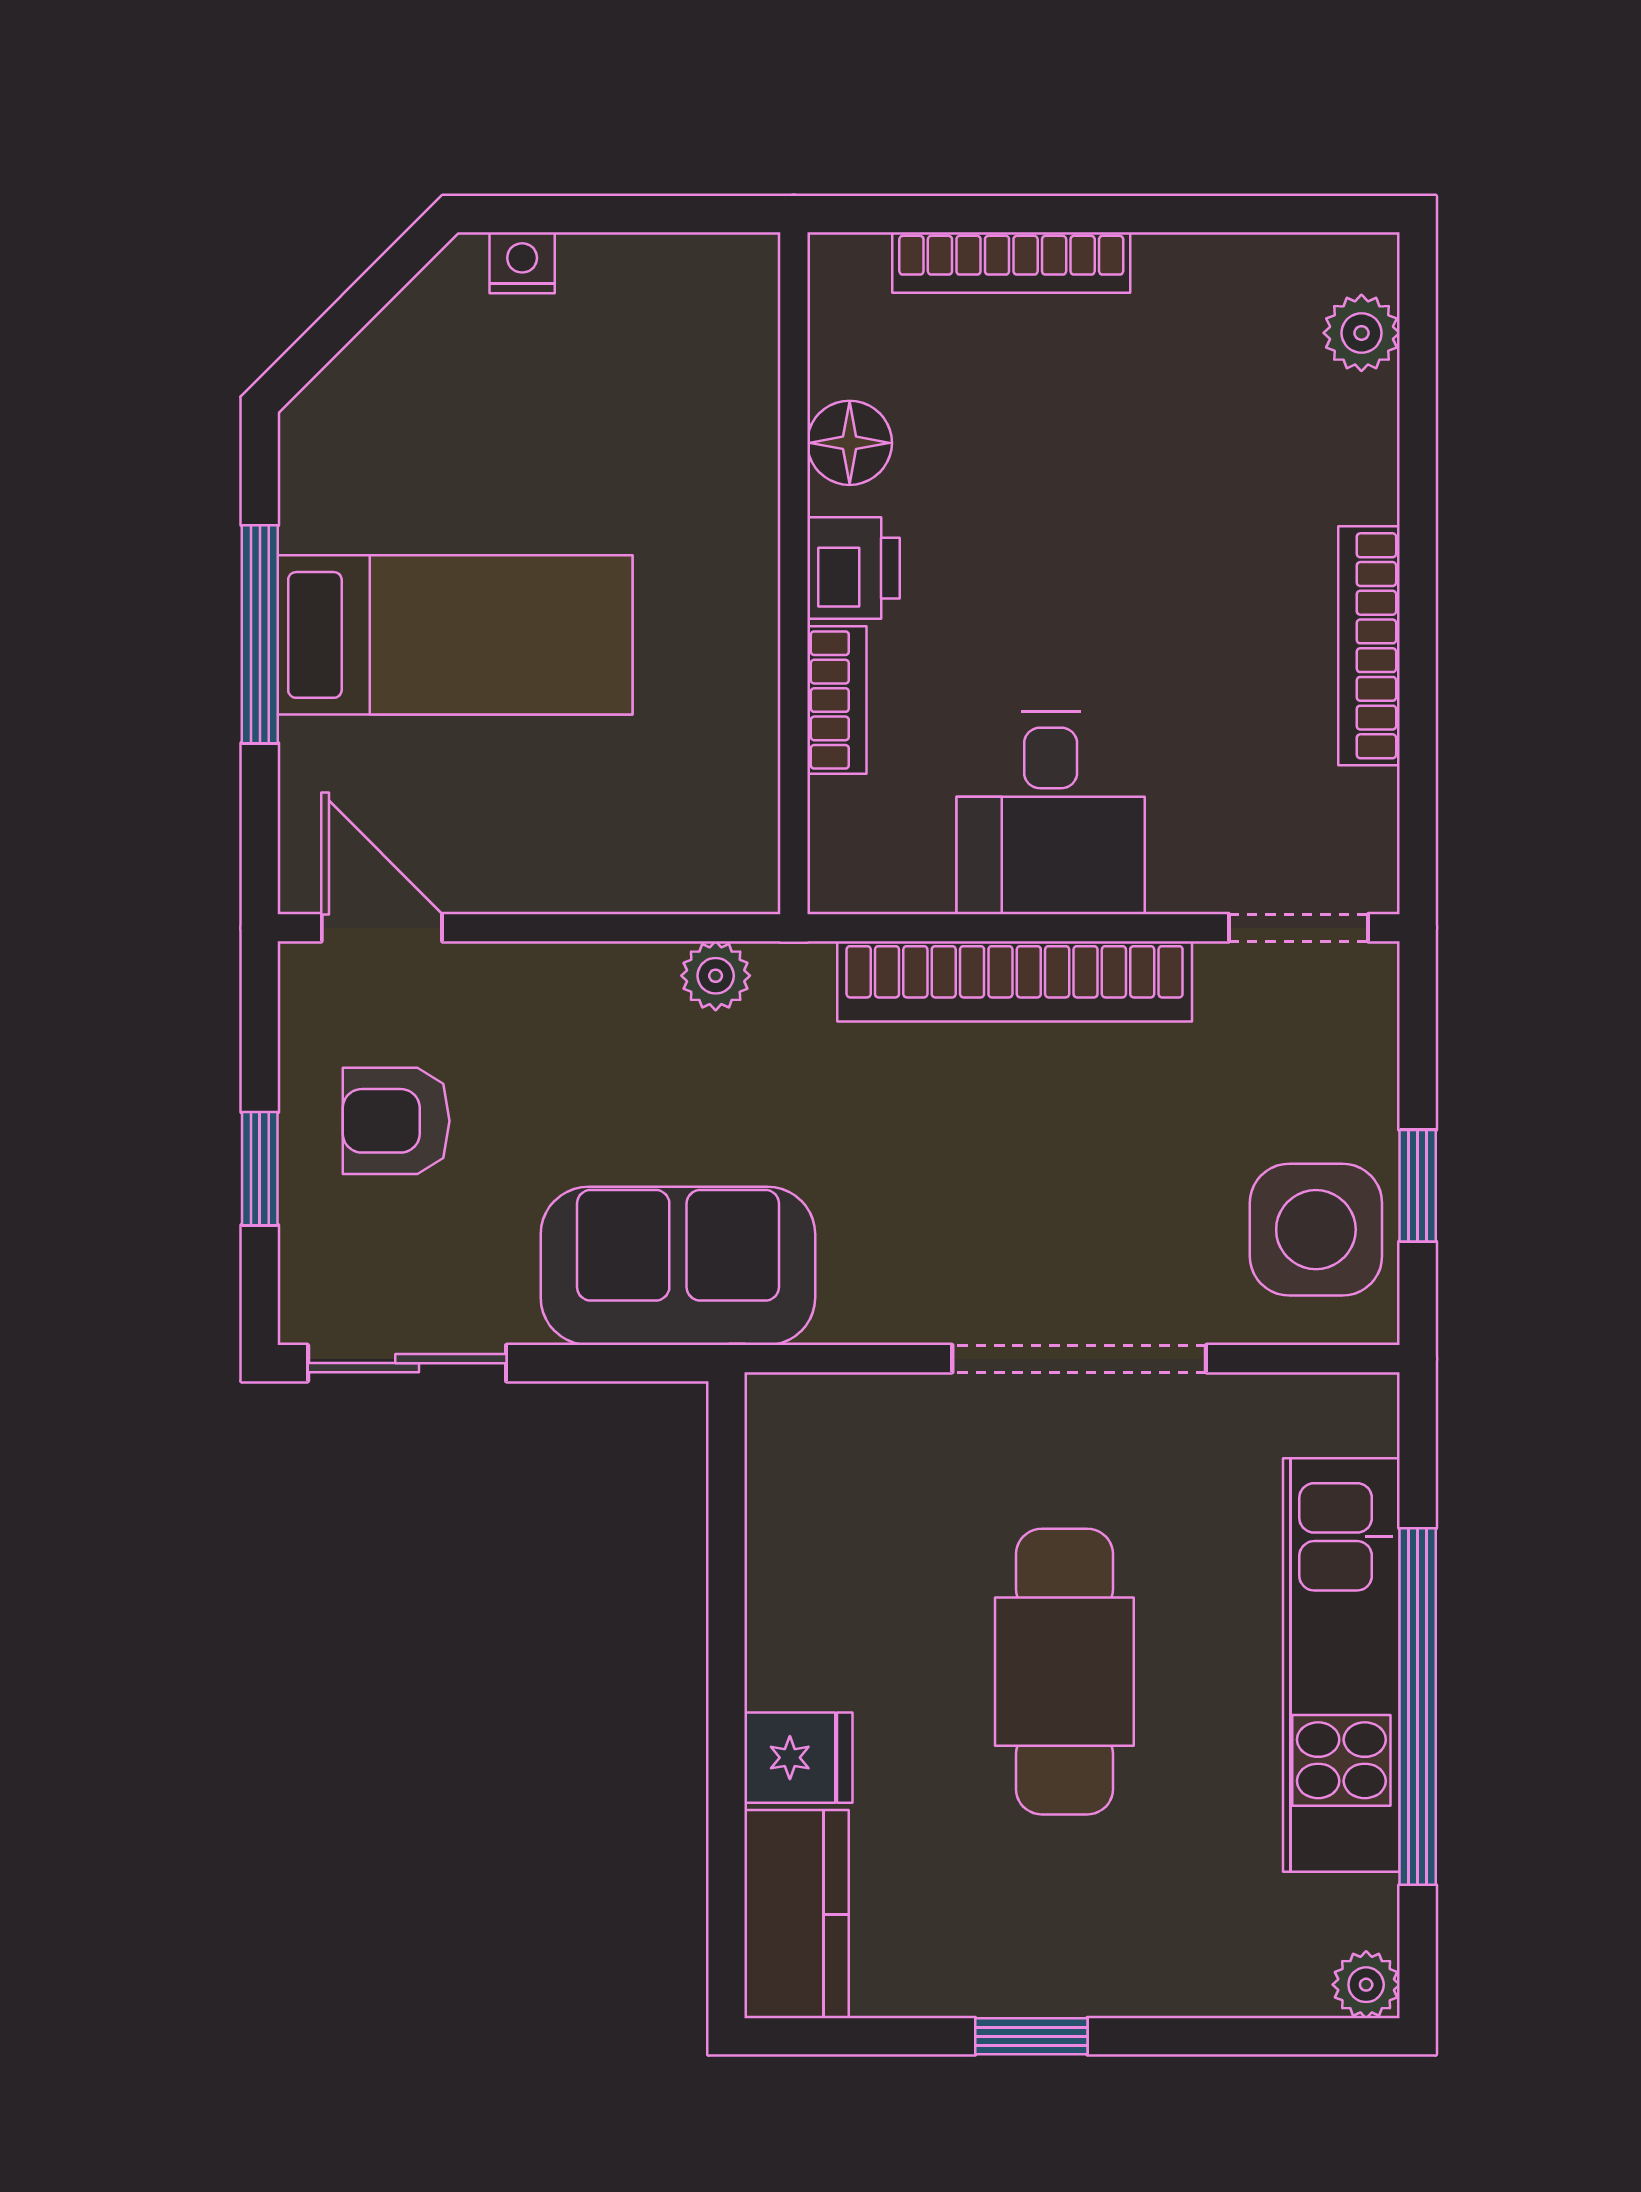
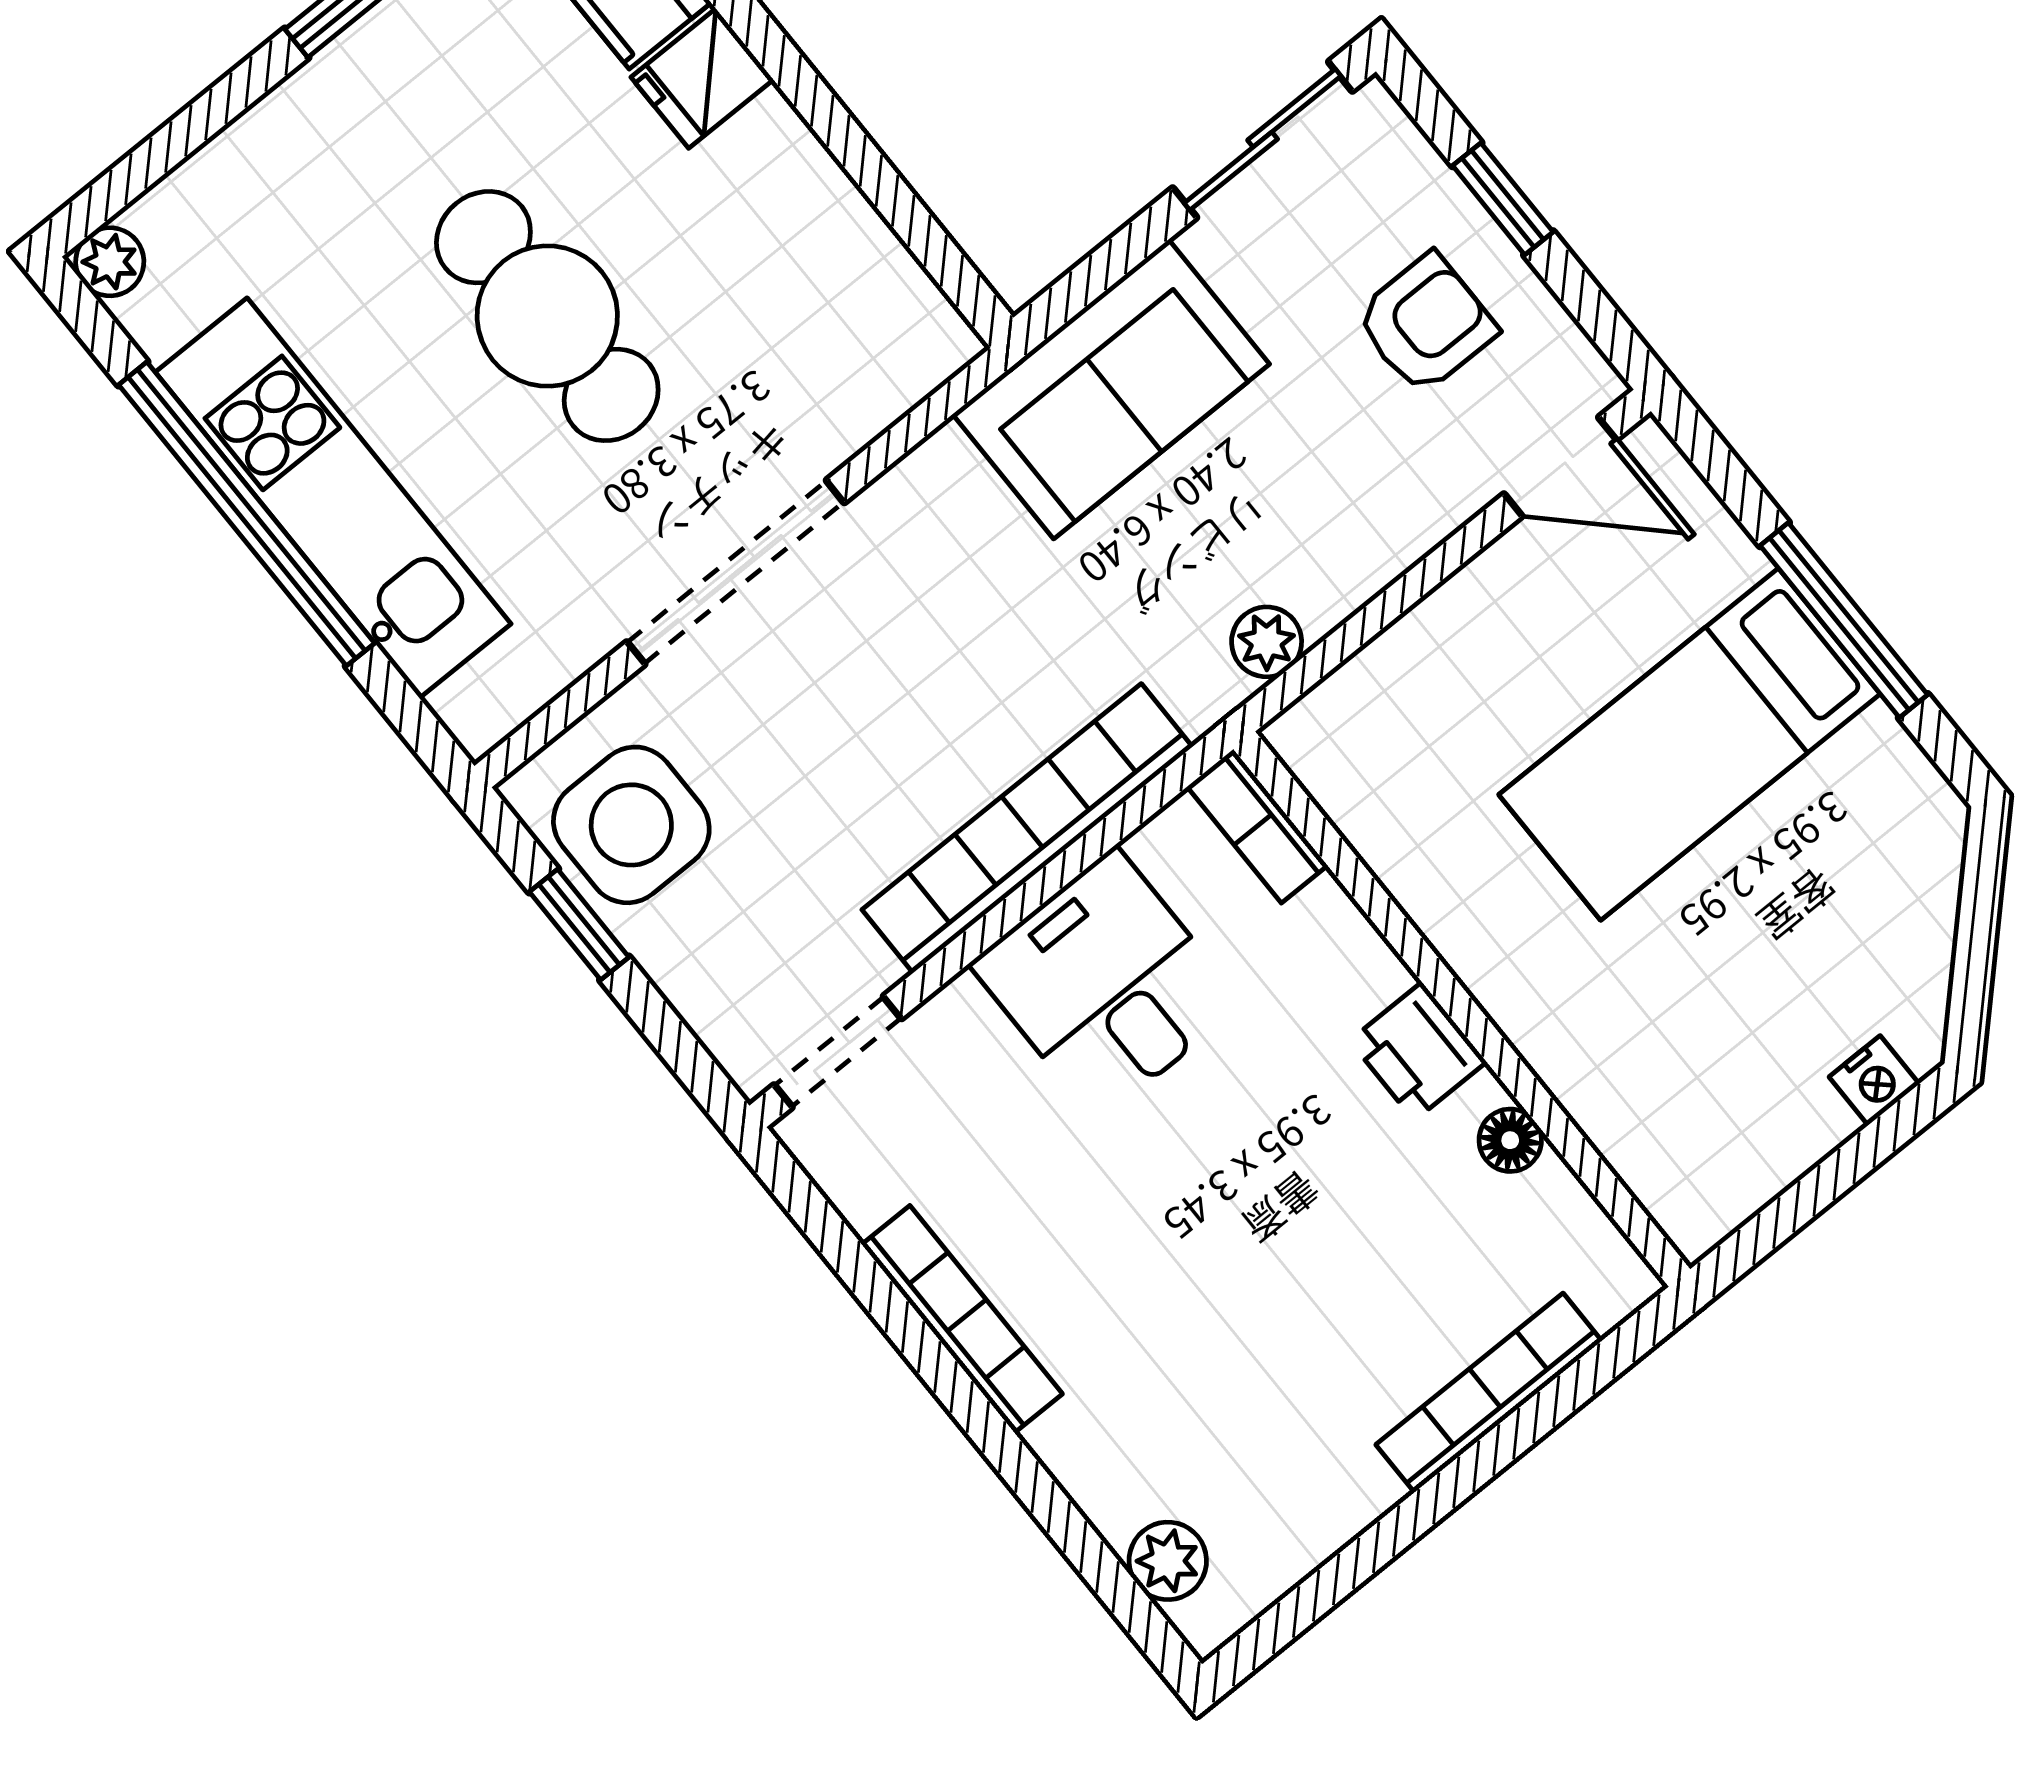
floor lamp: (850, 443) -> (1510, 1140), width x0.73, depth x0.73
bookcase: (837, 700) -> (1257, 826), moved

